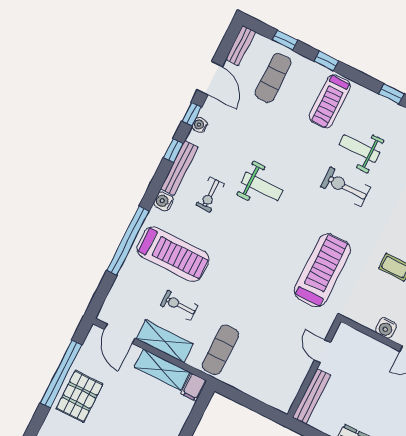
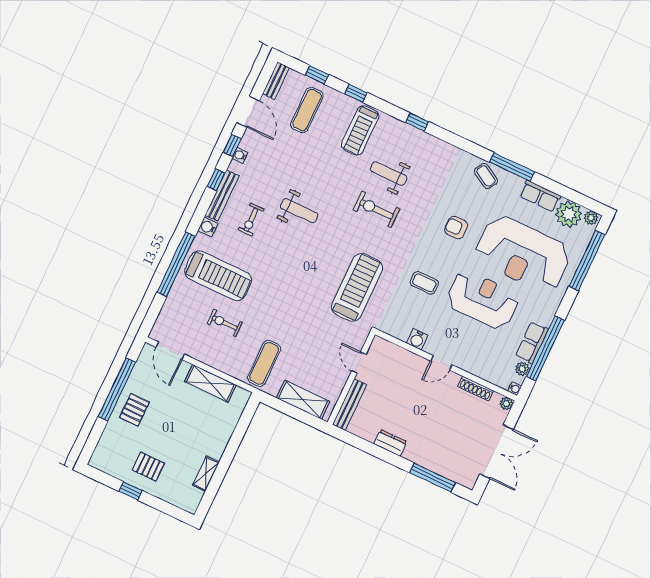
shelving: (165, 341) -> (303, 400), moved
filing cabinet: (194, 387) -> (240, 399), removed
pallet: (79, 396) -> (134, 410), width x0.67, depth x0.71

